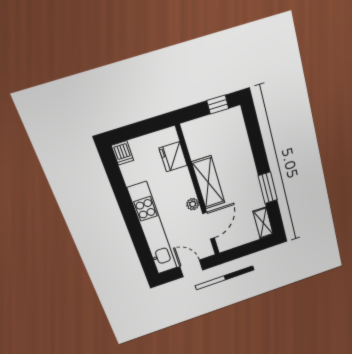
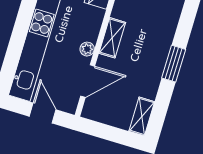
shelving: (208, 183) -> (112, 38), width x0.67, depth x0.75
window: (268, 188) -> (174, 64), moved

